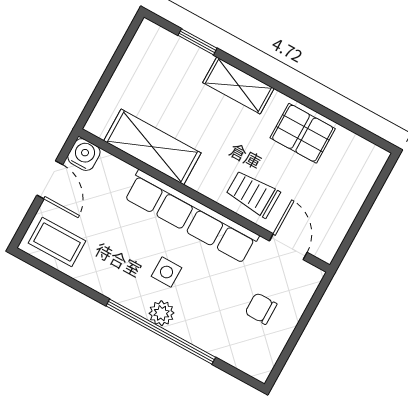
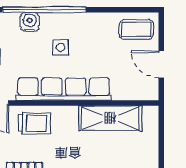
water cooler: (84, 155) -> (30, 22), moved, turned 180
plant: (162, 313) -> (50, 21), removed

